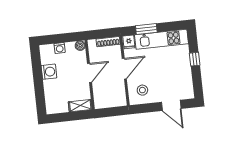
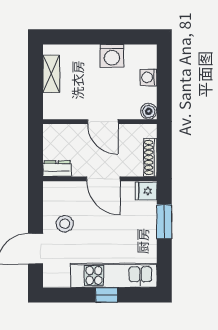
kitchen unit: (161, 39) -> (114, 275), moved, turned 90
stool: (142, 90) -> (65, 224), moved
dresser: (121, 98) -> (57, 169), added
shelving: (80, 106) -> (51, 74), moved

